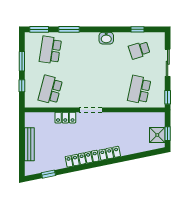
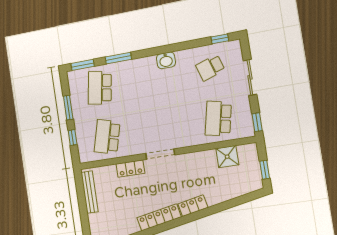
window: (138, 29) -> (220, 39), moved
shower: (157, 135) -> (227, 157), moved
bench: (29, 144) -> (90, 192), moved

